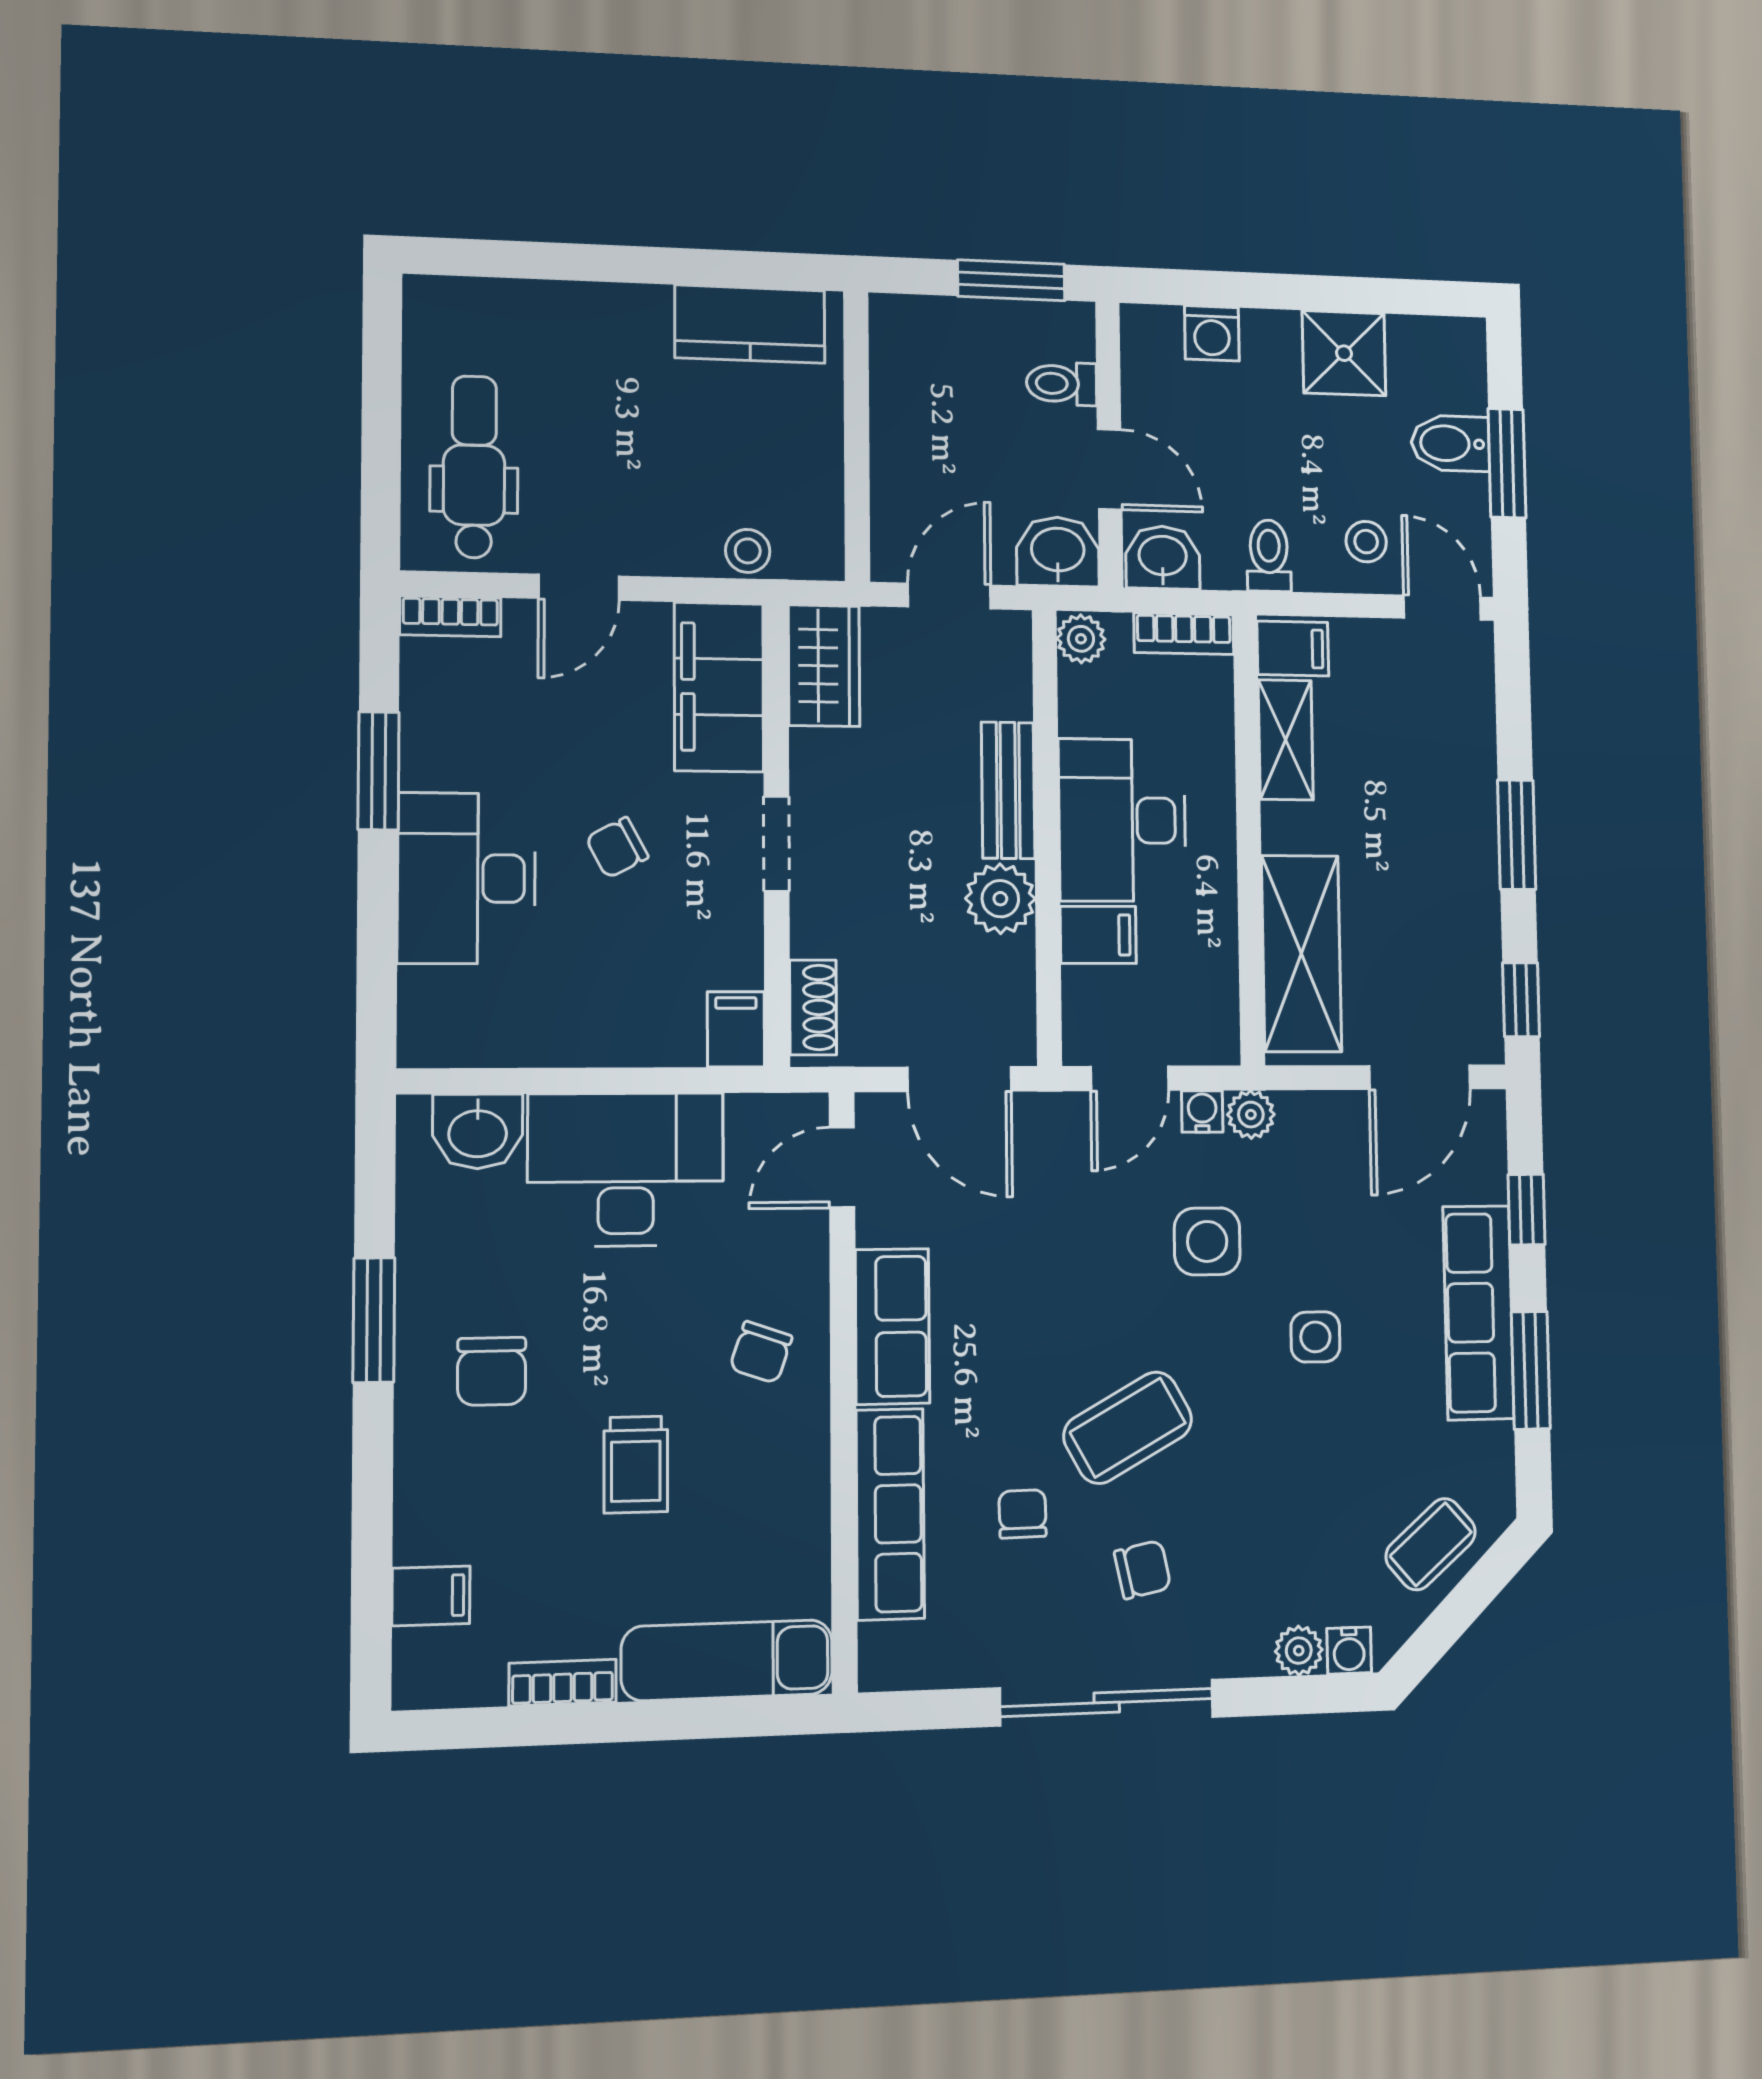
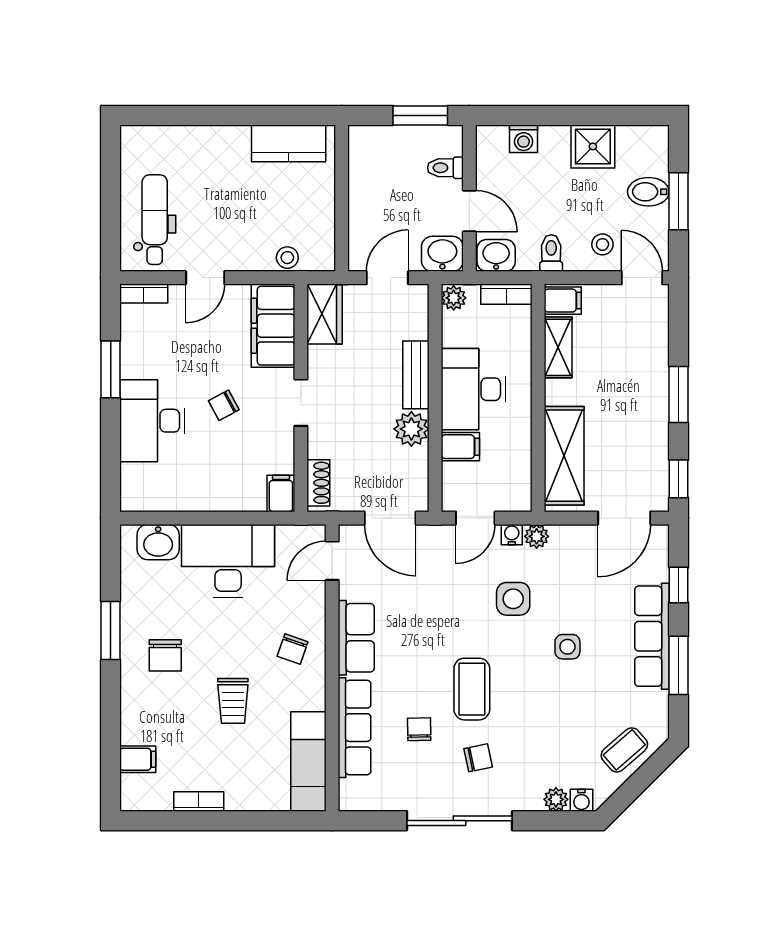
coffee table: (1128, 1428) -> (472, 689), turned -61
exam couch: (727, 1660) -> (308, 762), moved, turned -90

